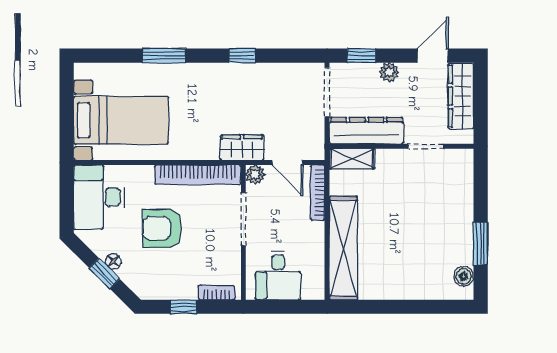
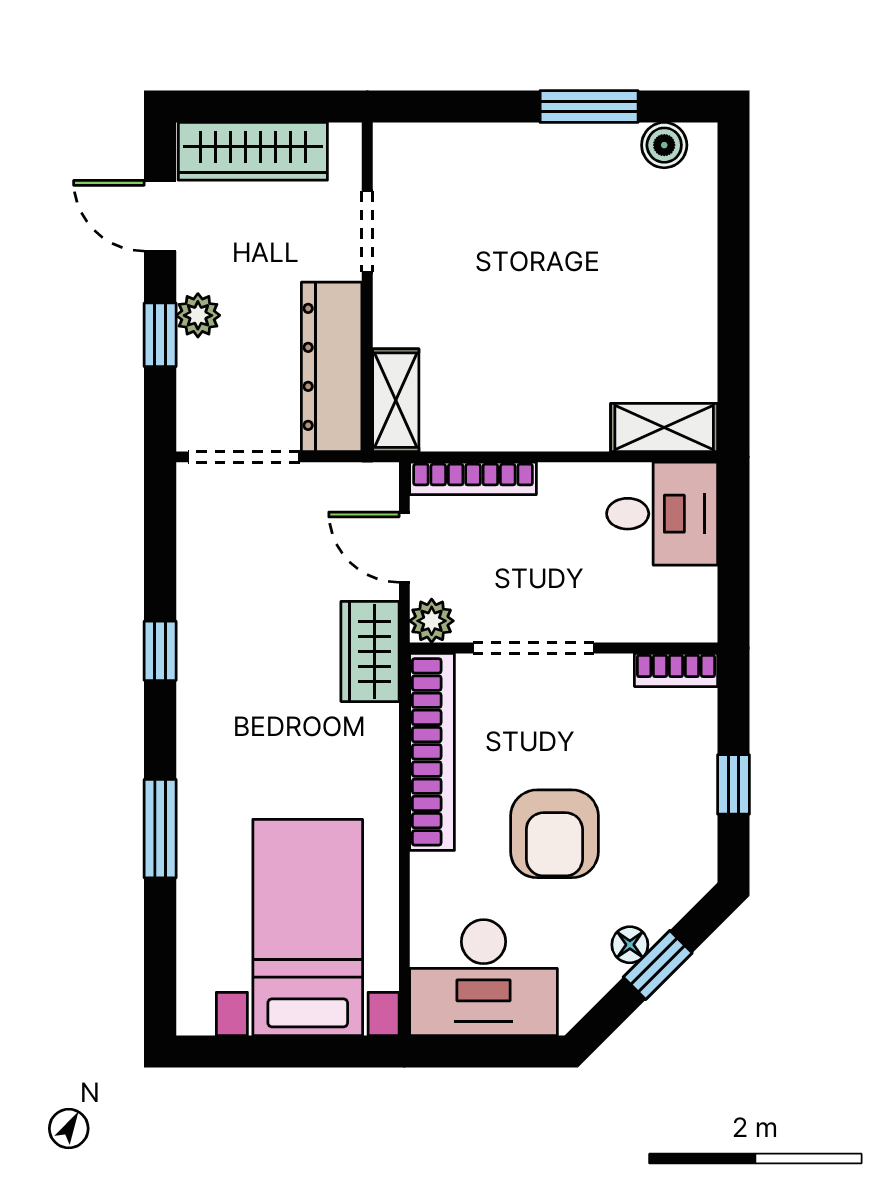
window: (361, 56) -> (160, 335), moved
door: (287, 163) -> (404, 547), swing flipped
shelving: (343, 248) -> (664, 428), width x0.45, depth x0.75
desk: (278, 275) -> (662, 514), moved
bookcase: (217, 292) -> (676, 670), moved, turned -90

